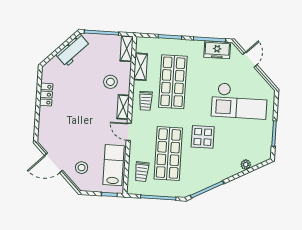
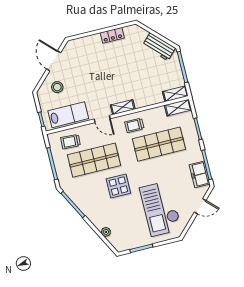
shelving: (141, 67) -> (178, 108), moved
stool: (110, 82) -> (141, 89), removed
door: (129, 132) -> (102, 119), swing flipped

